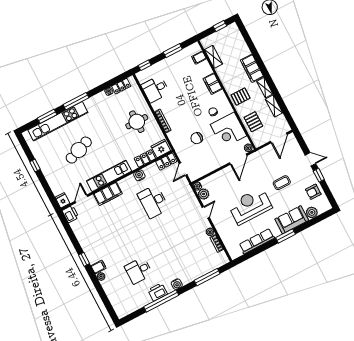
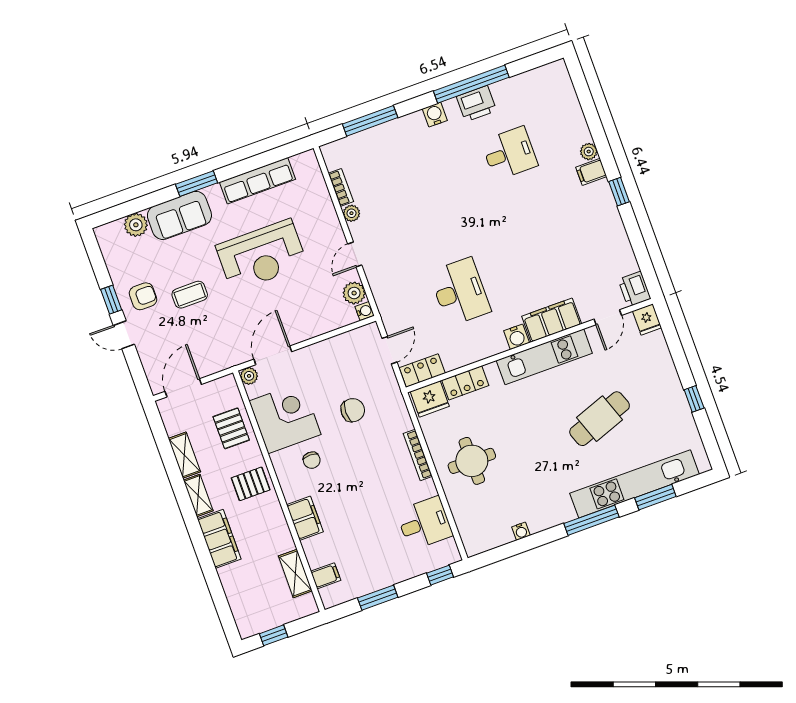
locker: (121, 86) -> (494, 539), removed
water cooler: (139, 175) -> (517, 337), moved
armchair: (313, 192) -> (143, 296), moved

